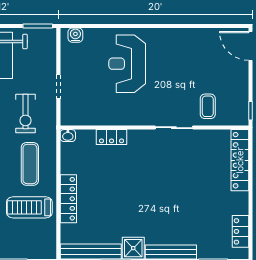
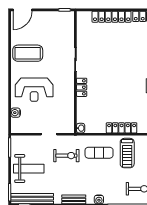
water cooler: (75, 35) -> (16, 113), moved
coffee table: (208, 106) -> (28, 53), moved, width x1.86, depth x1.72
locker: (111, 137) -> (82, 87), moved
locker: (240, 160) -> (112, 17), moved

